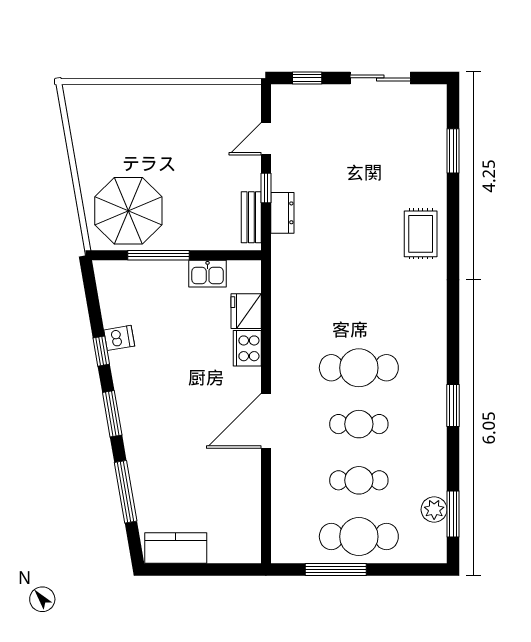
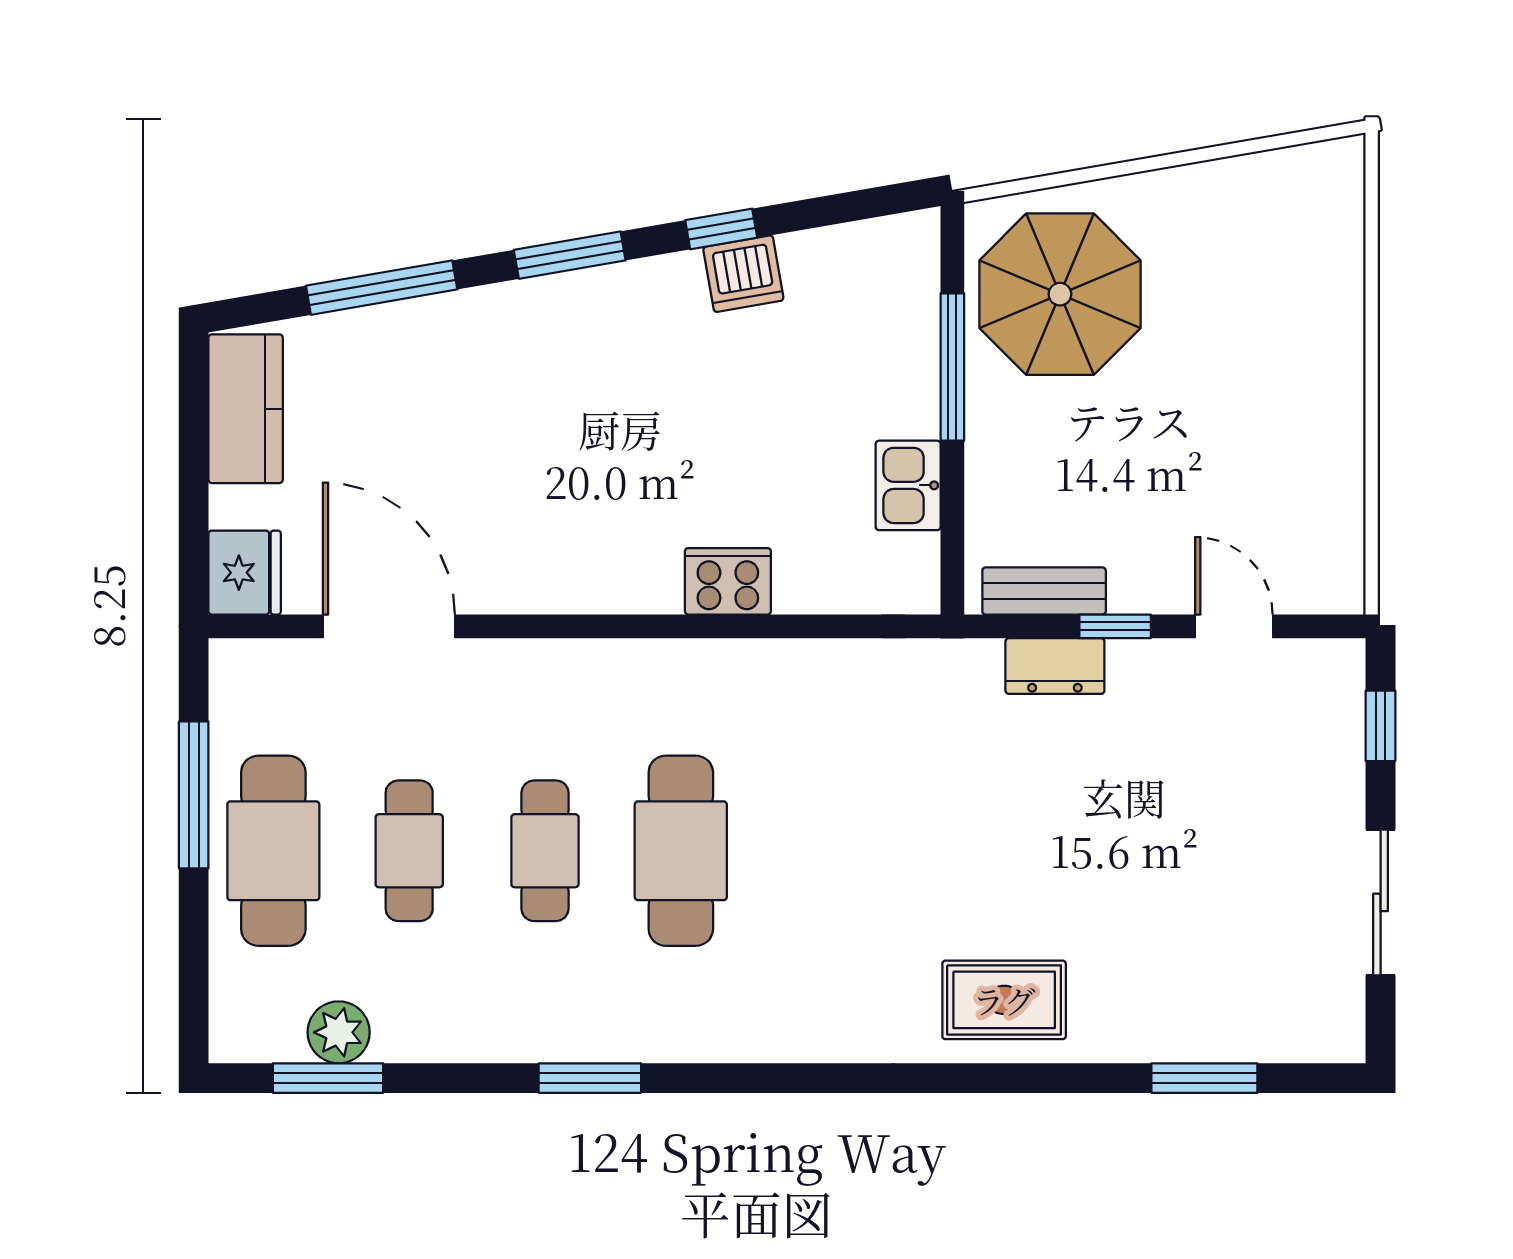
fridge: (246, 311) -> (245, 573), moved, turned 90
dishwasher: (119, 338) -> (743, 274), width x1.38
door: (266, 421) -> (389, 626), moved

